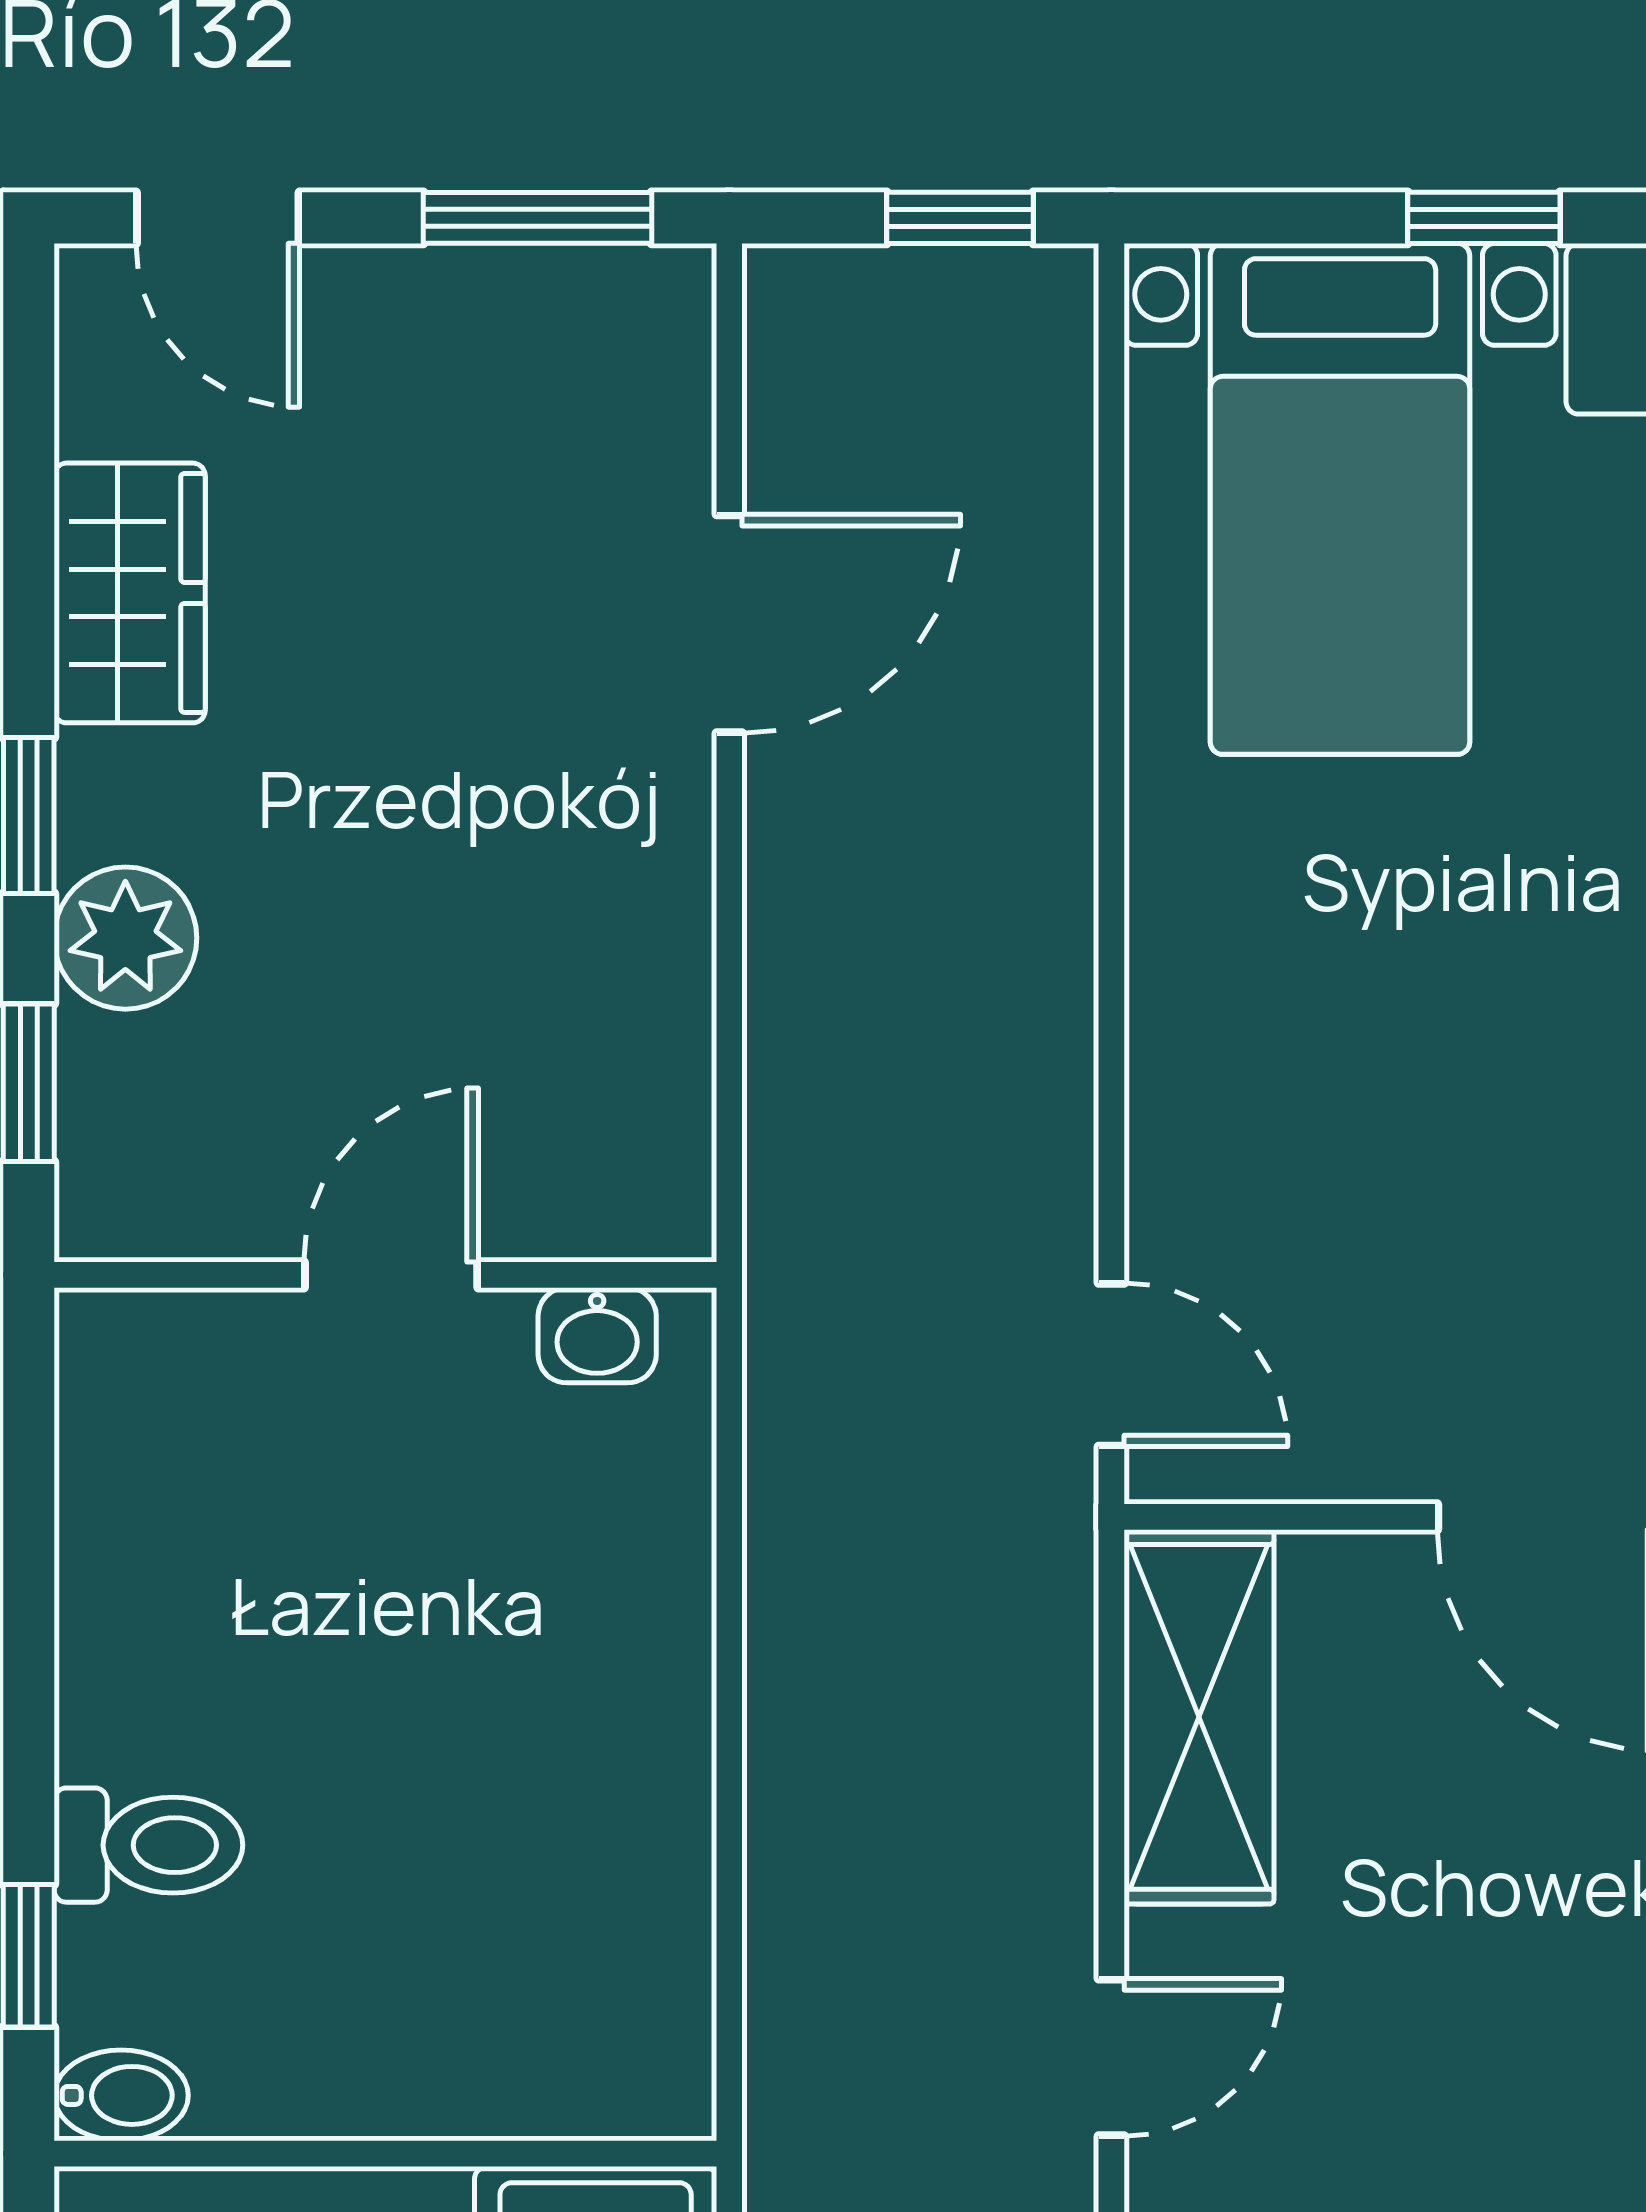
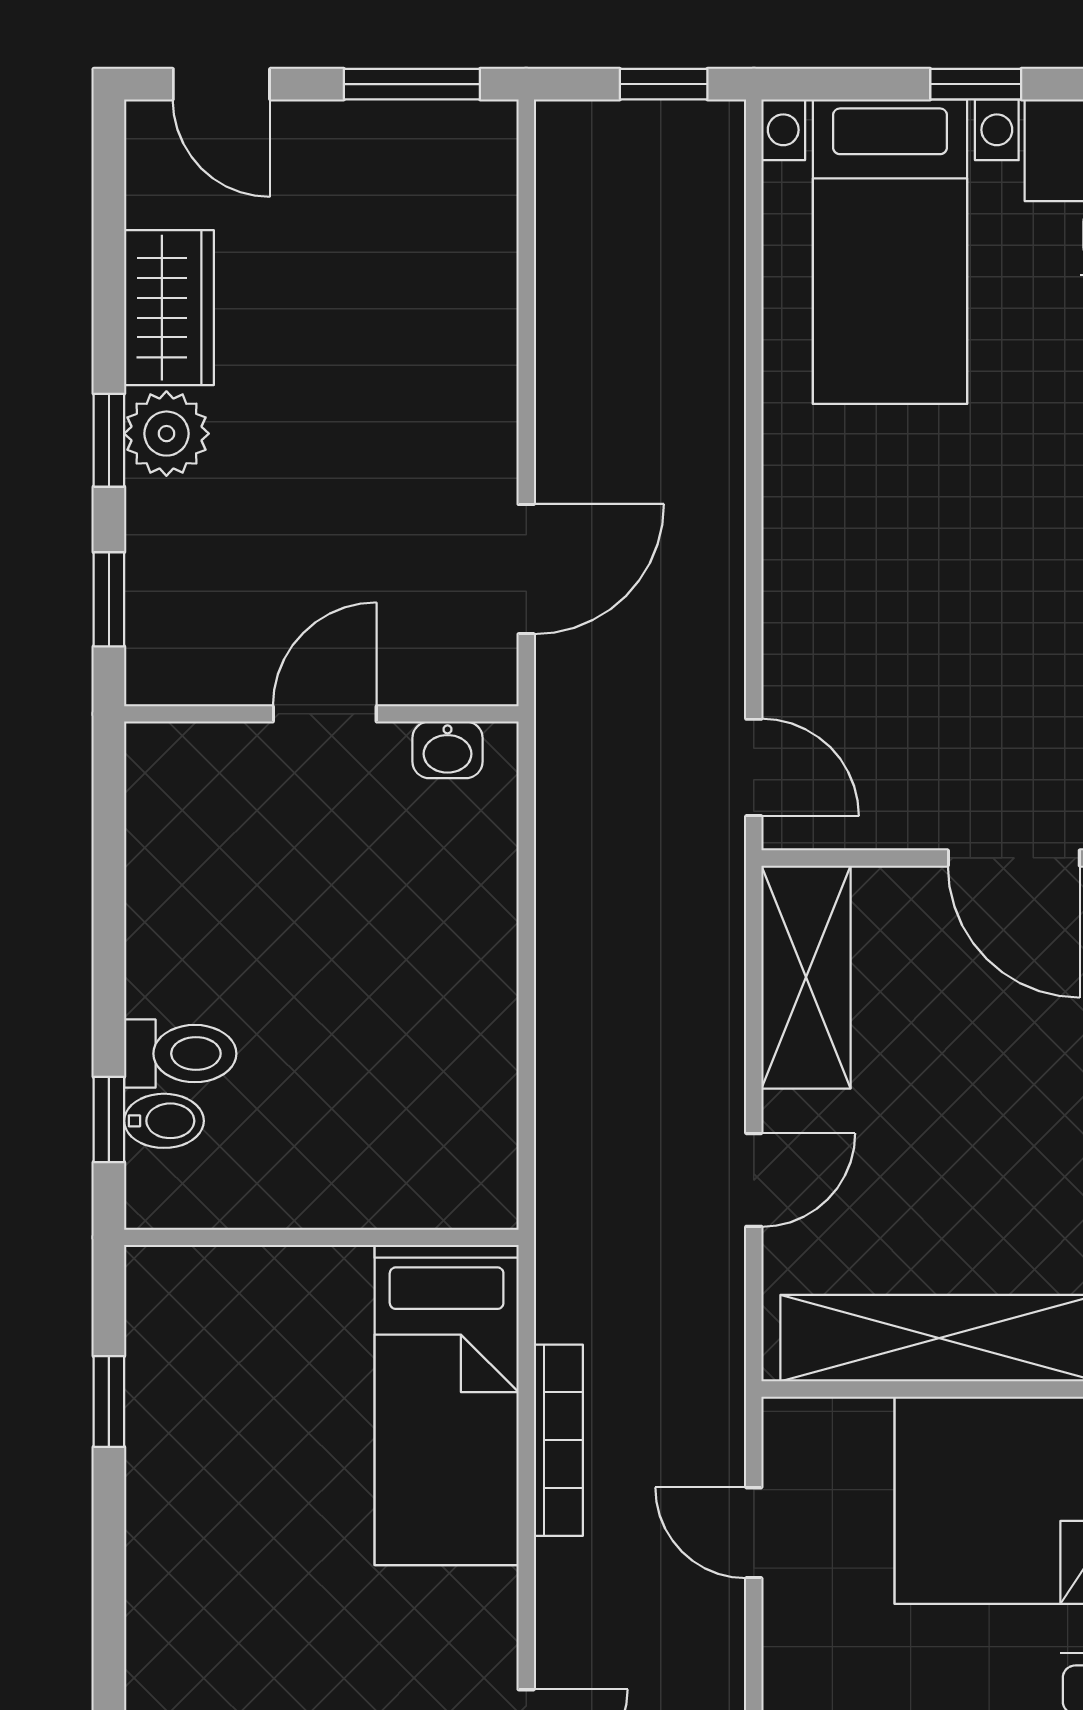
door: (729, 624) -> (526, 569), moved
plant: (125, 938) -> (166, 434), moved
bidet: (121, 2095) -> (164, 1121), moved

